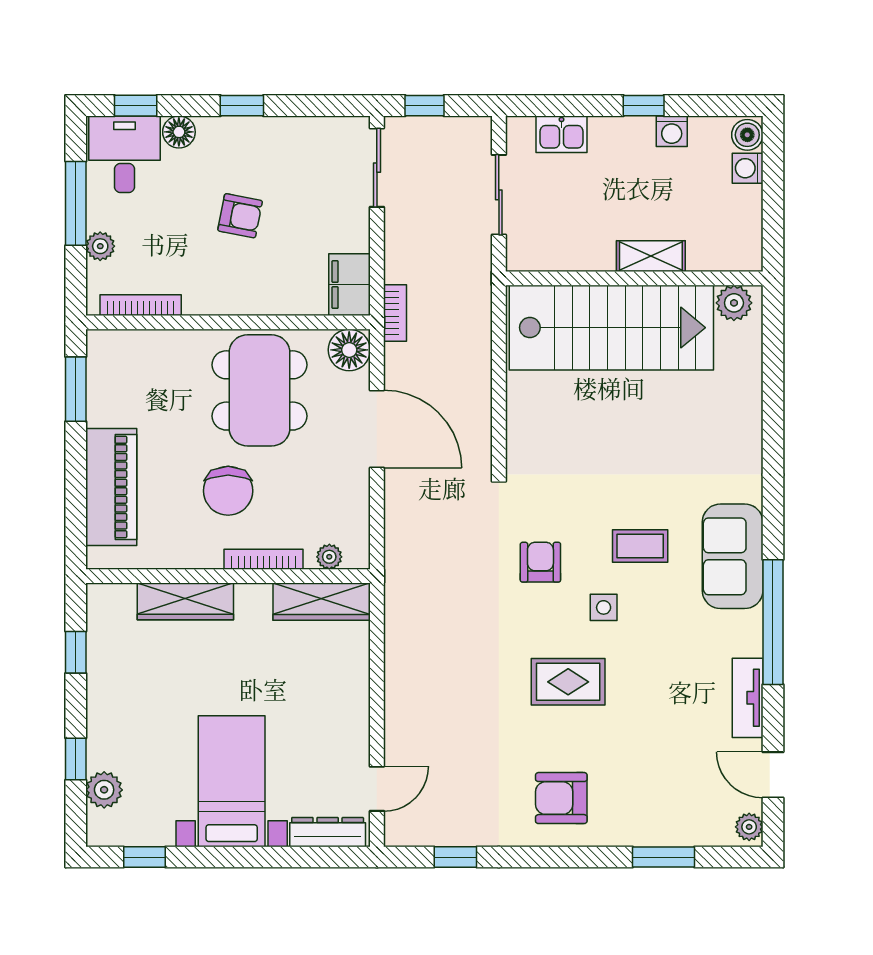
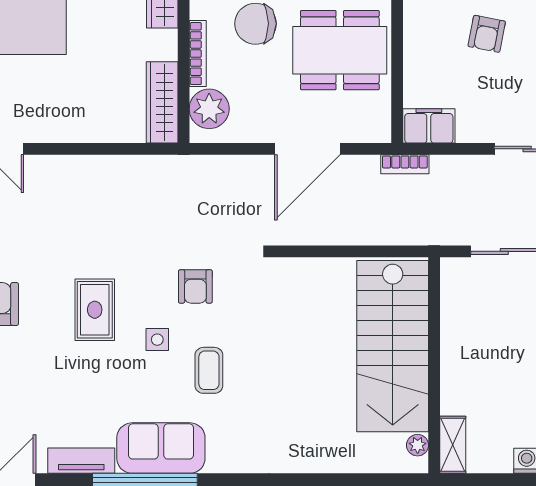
shelving: (651, 256) -> (453, 445), moved
plant: (734, 303) -> (418, 445), width x0.73, depth x0.73
floor lamp: (349, 350) -> (374, 126), removed
sofa: (733, 556) -> (161, 448), moved
plant: (329, 557) -> (209, 109), width x1.87, depth x1.87
armchair: (540, 562) -> (195, 286), turned 90

